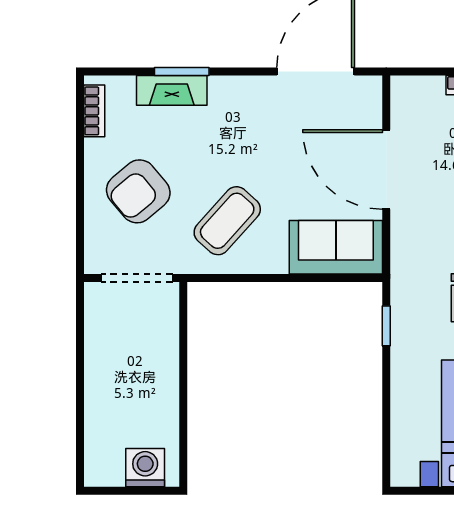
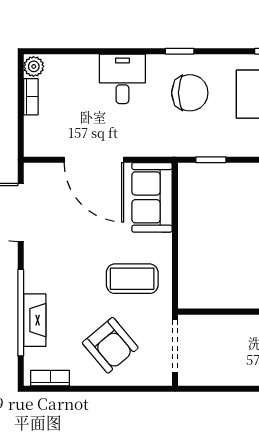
window: (182, 72) -> (21, 313), width x2.11
door: (386, 170) -> (94, 160), hinge flipped
coffee table: (227, 221) -> (132, 279), turned -42

